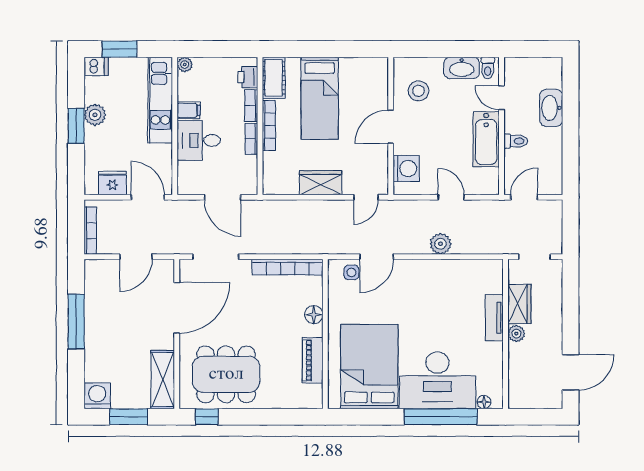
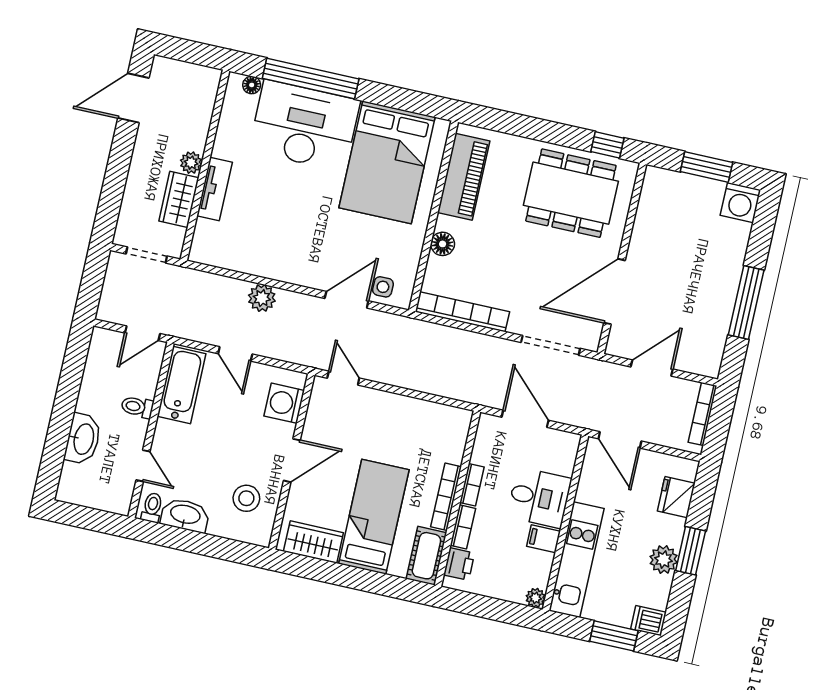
bathtub: (486, 139) -> (182, 385), moved
fridge: (113, 183) -> (676, 497), moved, turned 90
wardrobe: (321, 183) -> (313, 542), moved, turned 180
door: (366, 197) -> (343, 378), hinge flipped
piano: (313, 360) -> (464, 177), width x1.37, depth x1.33
shelving: (163, 380) -> (653, 204), removed

